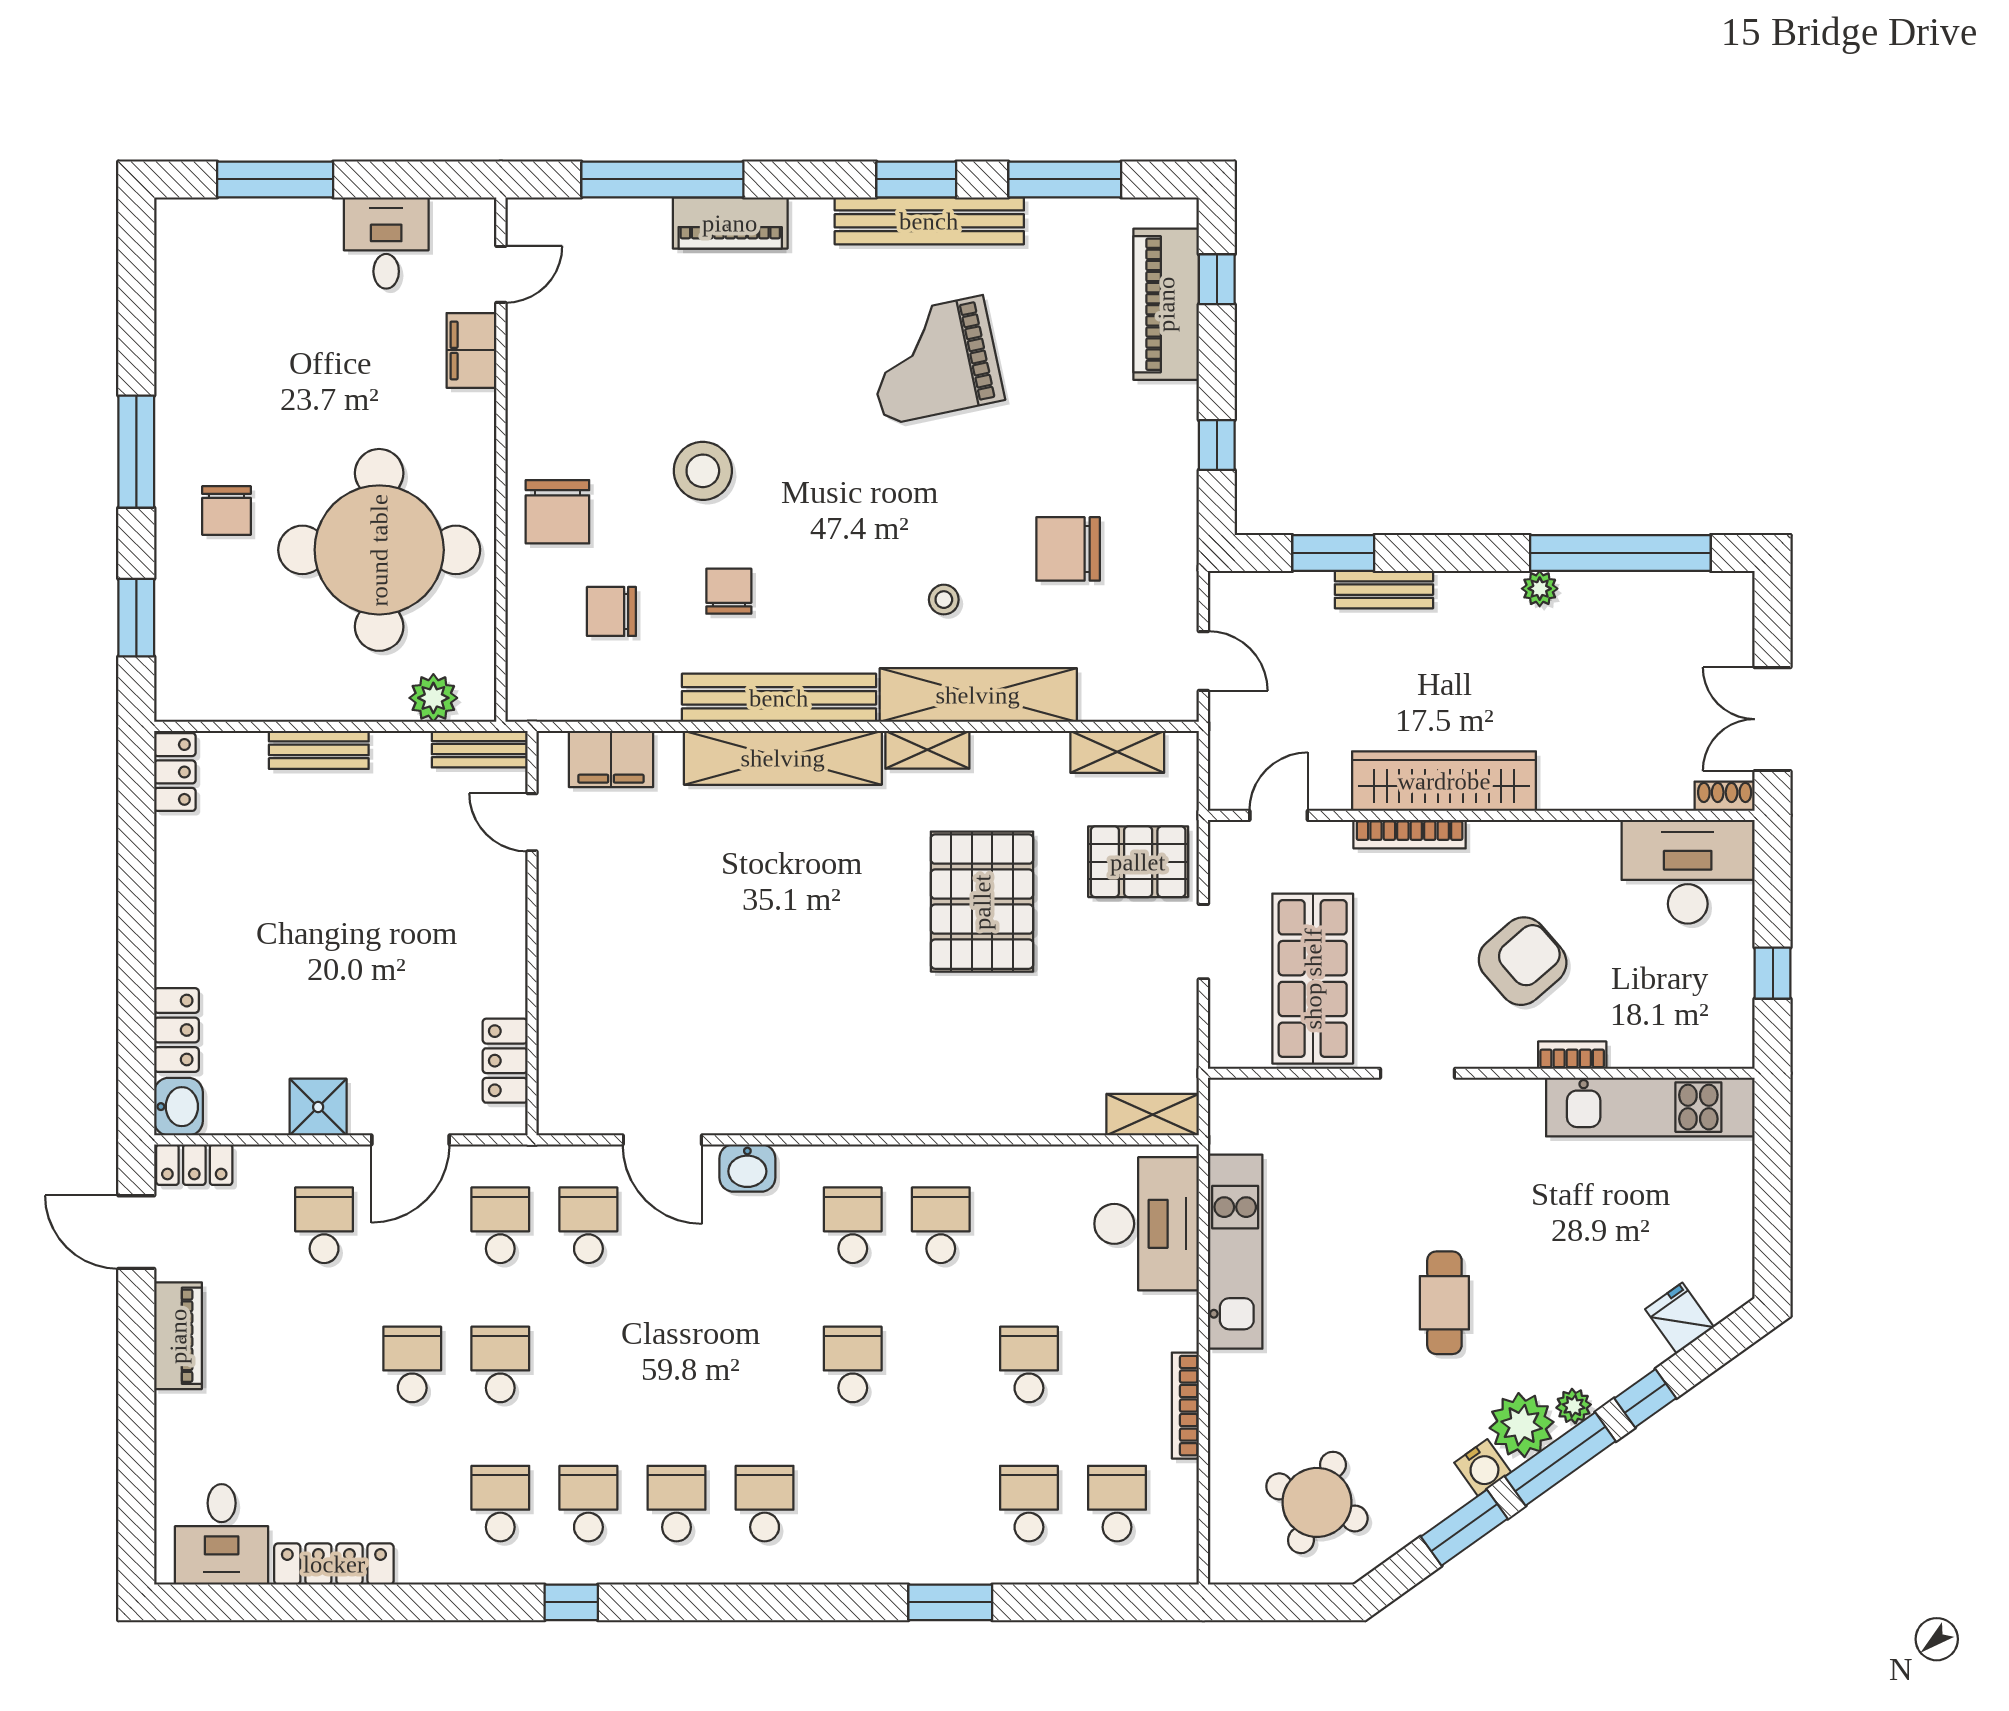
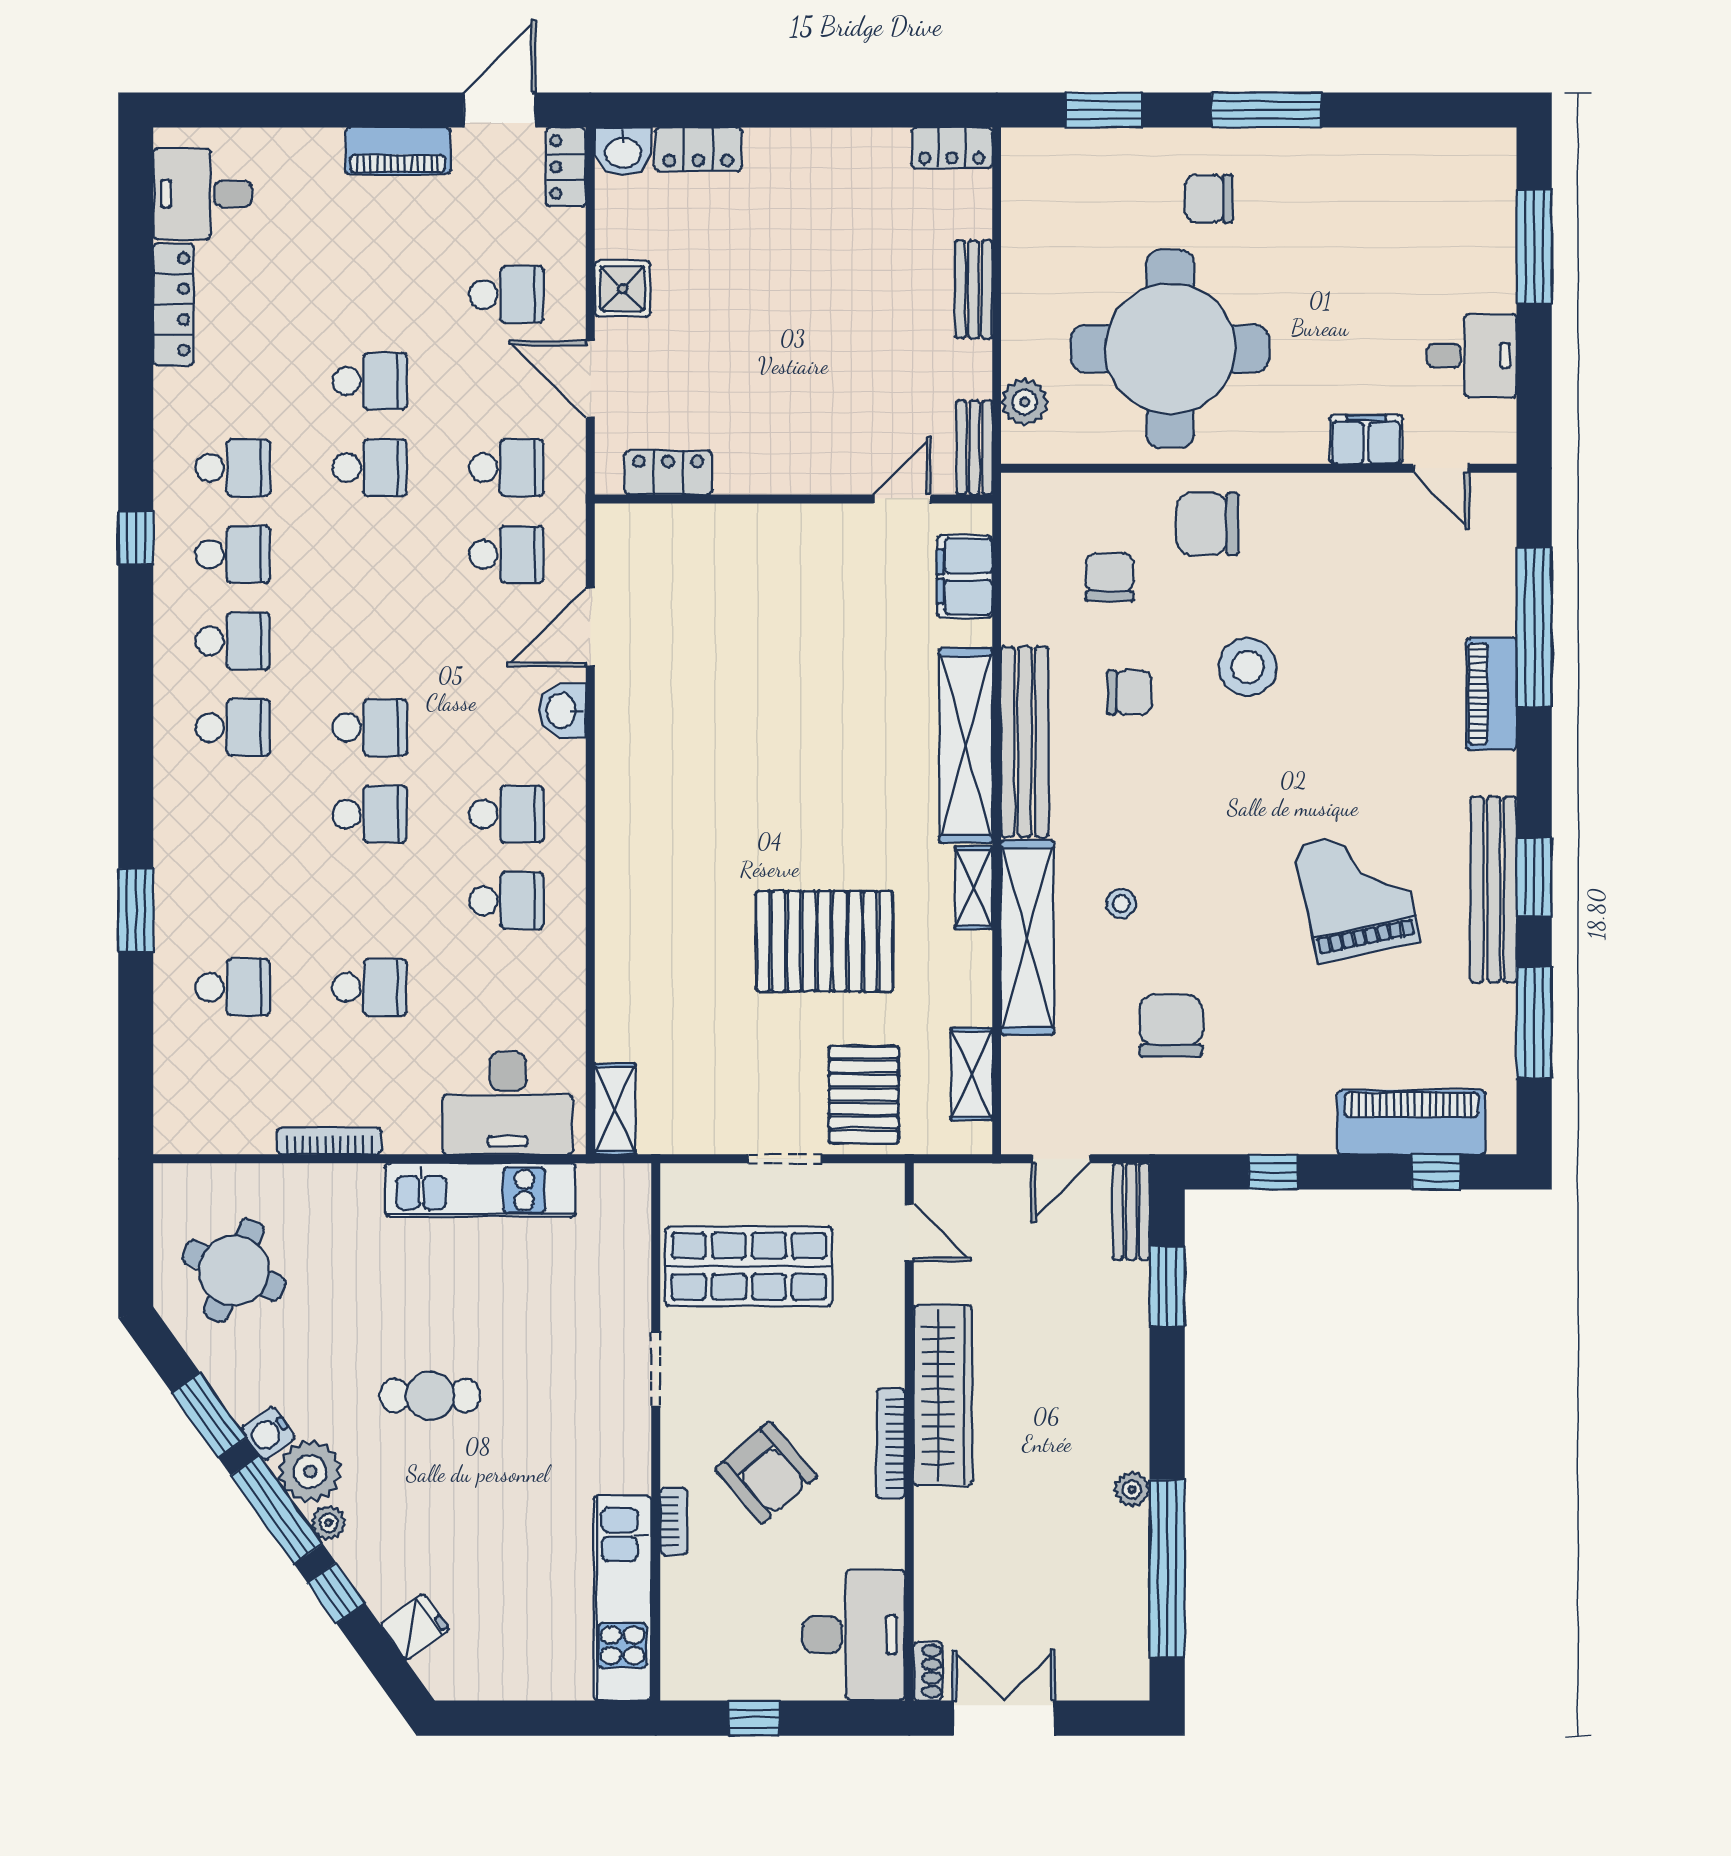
bench: (1384, 590) -> (1131, 1211), moved
bookcase: (1410, 834) -> (891, 1443), moved
school desk: (1117, 1504) -> (370, 728), moved

